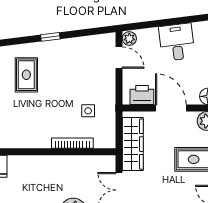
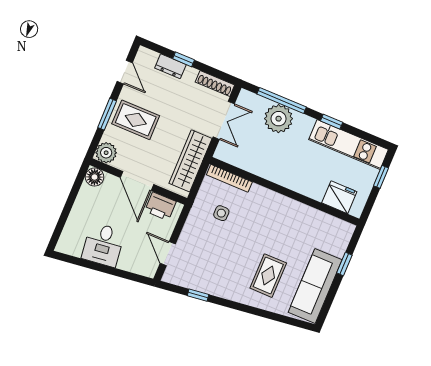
window: (50, 37) -> (198, 295), moved
plant: (129, 39) -> (149, 268), removed
bookcase: (72, 143) -> (229, 178), moved

